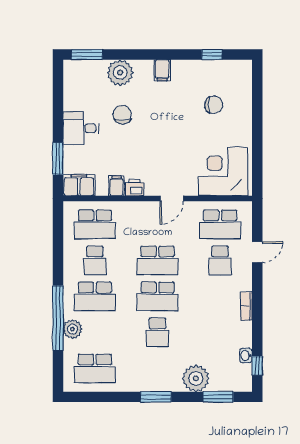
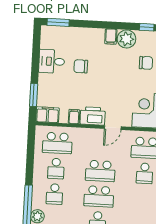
plant: (120, 73) -> (127, 39), moved
chair: (122, 115) -> (81, 66), turned -90
desk: (81, 128) -> (52, 61), moved
printer: (135, 188) -> (93, 116), width x1.87, depth x1.48
school desk: (95, 296) -> (55, 194), width x0.54

